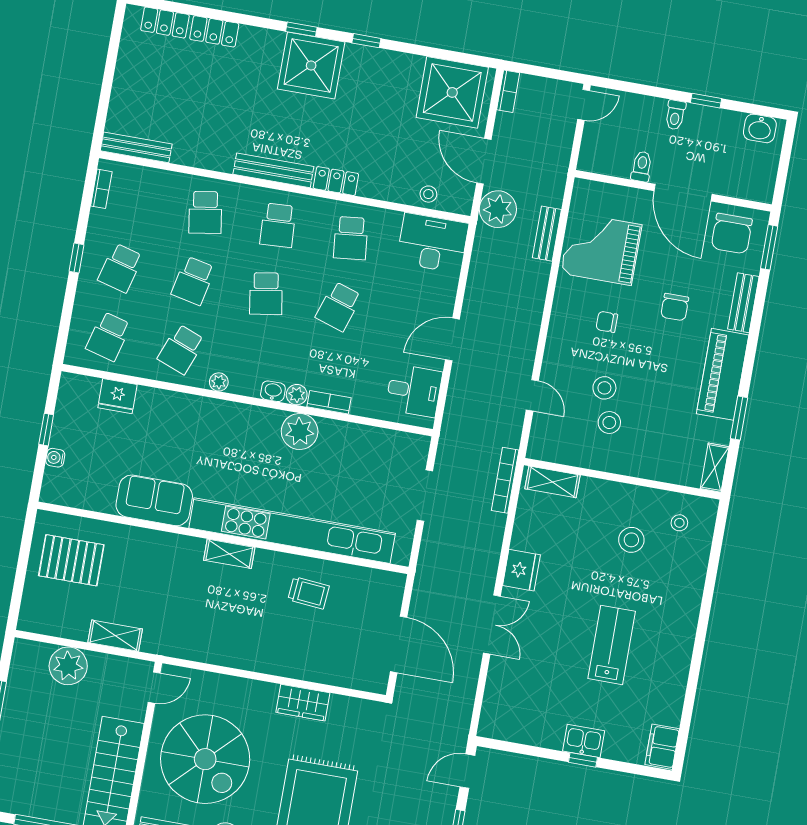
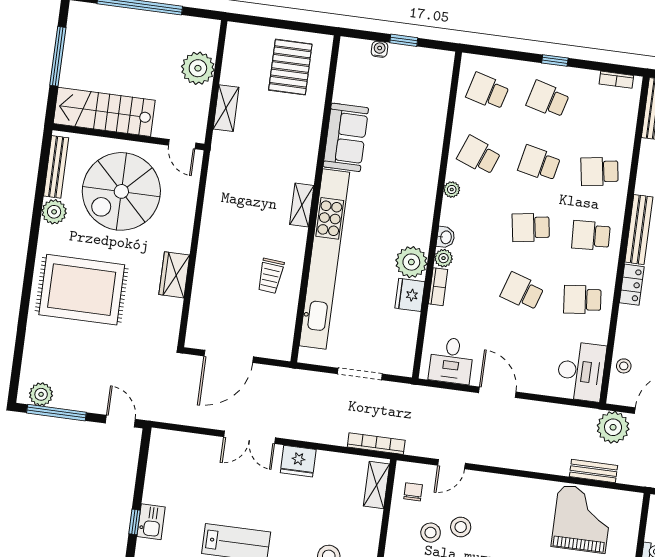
chair: (607, 322) -> (413, 492), moved
fridge: (117, 396) -> (410, 295), moved

